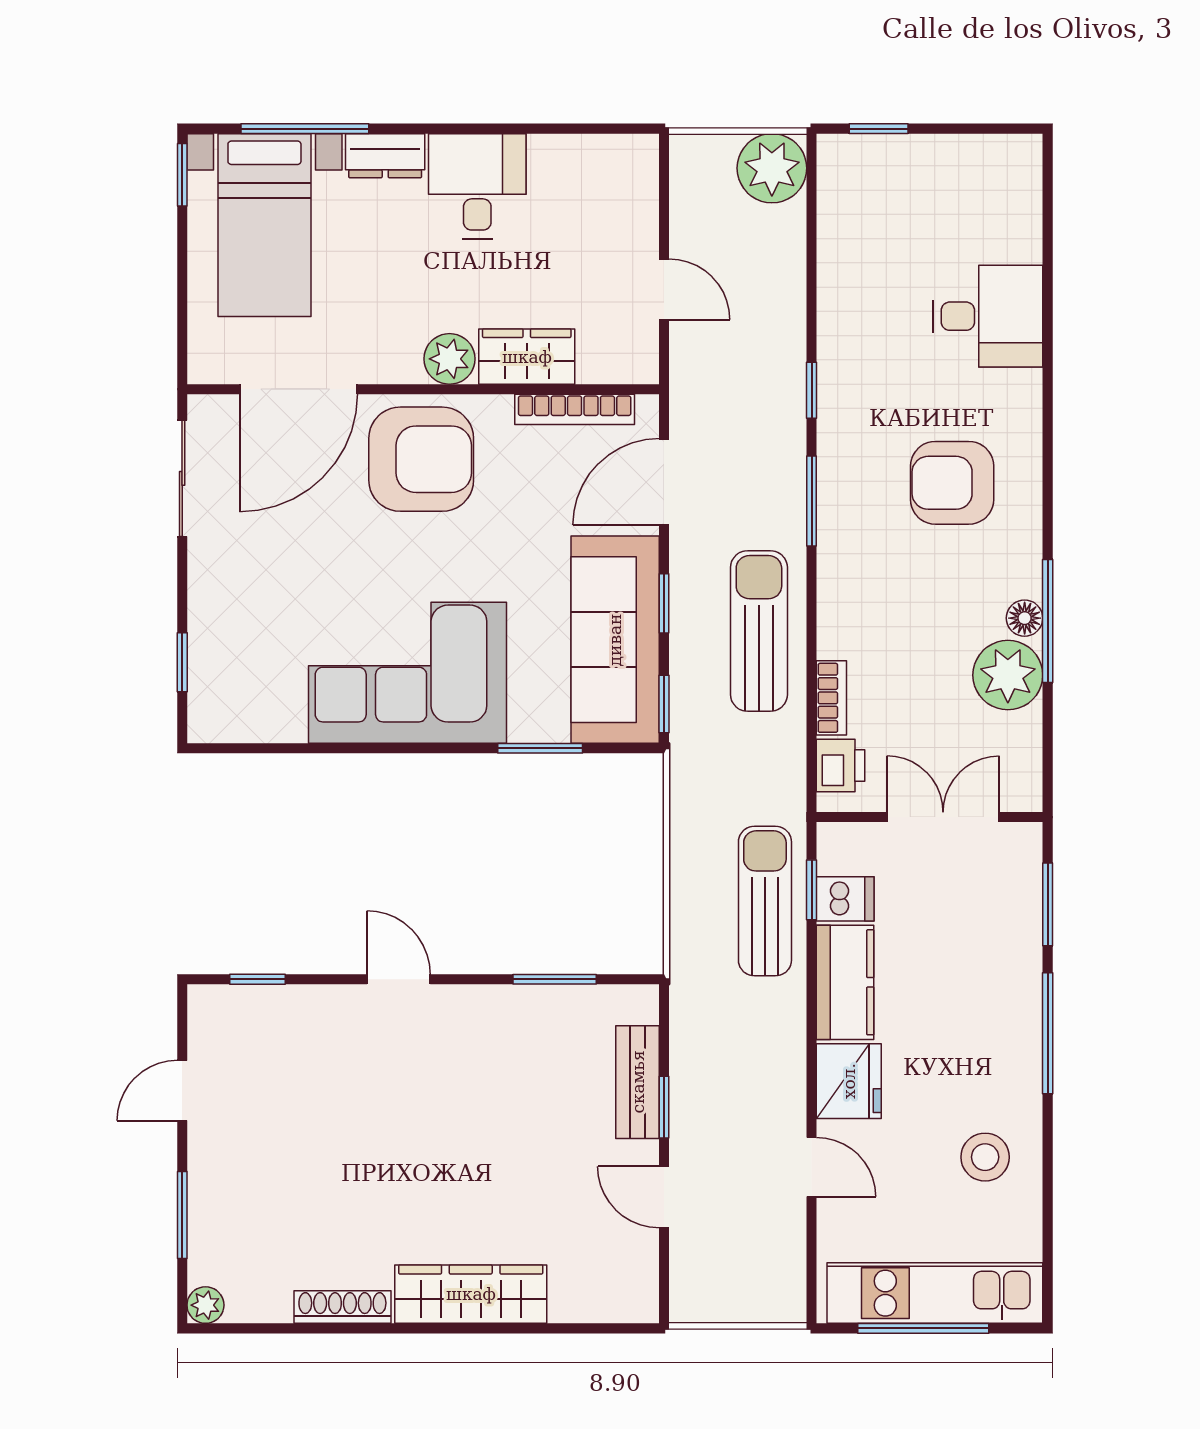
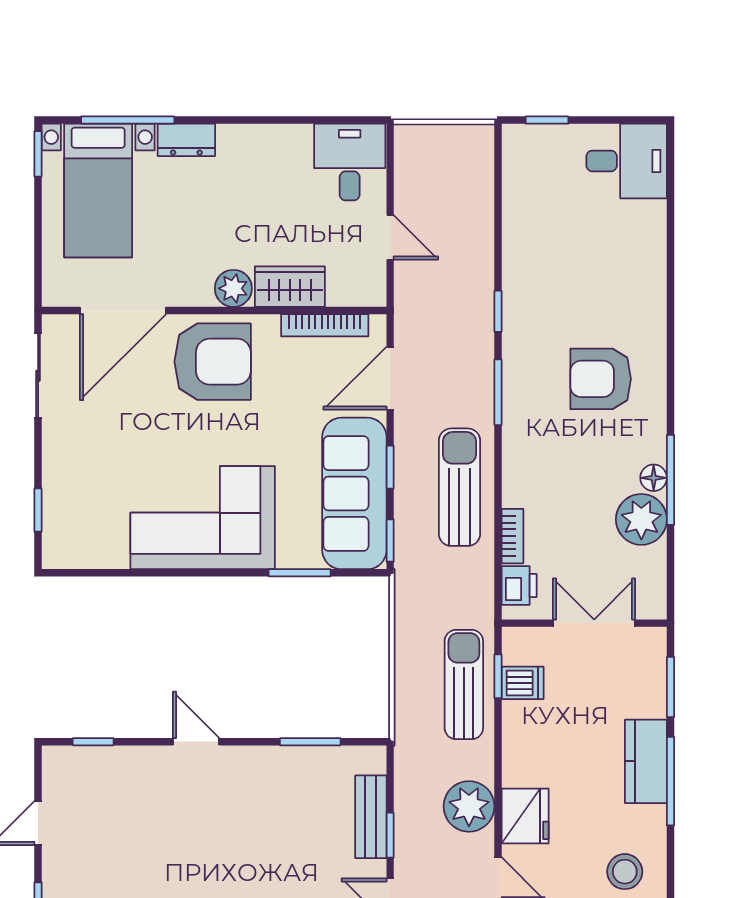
plant: (772, 168) -> (469, 806), moved
desk: (477, 186) -> (350, 162), moved
desk: (988, 316) -> (627, 161), moved
kitchen counter: (845, 982) -> (646, 761), moved, turned 180

